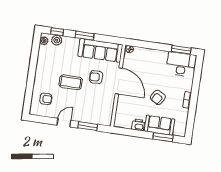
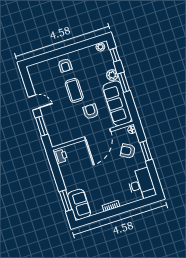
plant: (57, 40) -> (112, 75), moved
window: (181, 50) -> (146, 151), moved
armchair: (158, 97) -> (128, 151), moved
armchair: (46, 99) -> (65, 65), moved
printer: (138, 125) -> (61, 156), moved
sofa: (159, 125) -> (79, 204), moved

